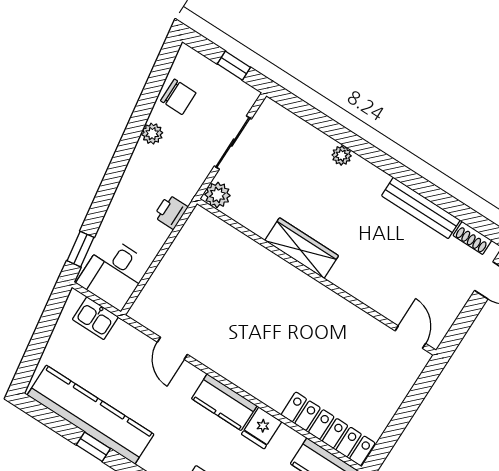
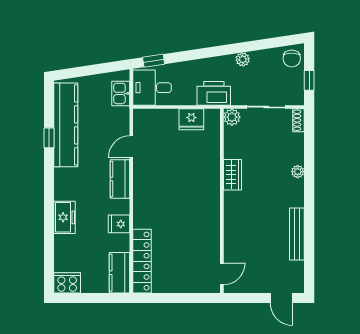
chair: (178, 97) -> (292, 58), moved
printer: (171, 212) -> (214, 93), width x1.87, depth x1.48
shoe rack: (472, 238) -> (299, 120), moved
wardrobe: (302, 248) -> (232, 175), width x0.67
fridge: (187, 249) -> (191, 119), added
kitchen counter: (224, 402) -> (120, 179), moved

